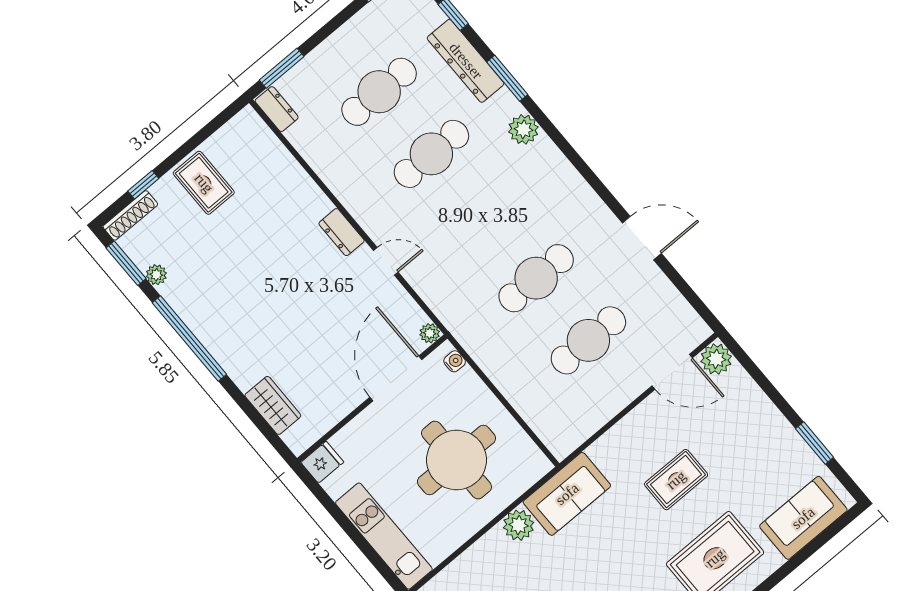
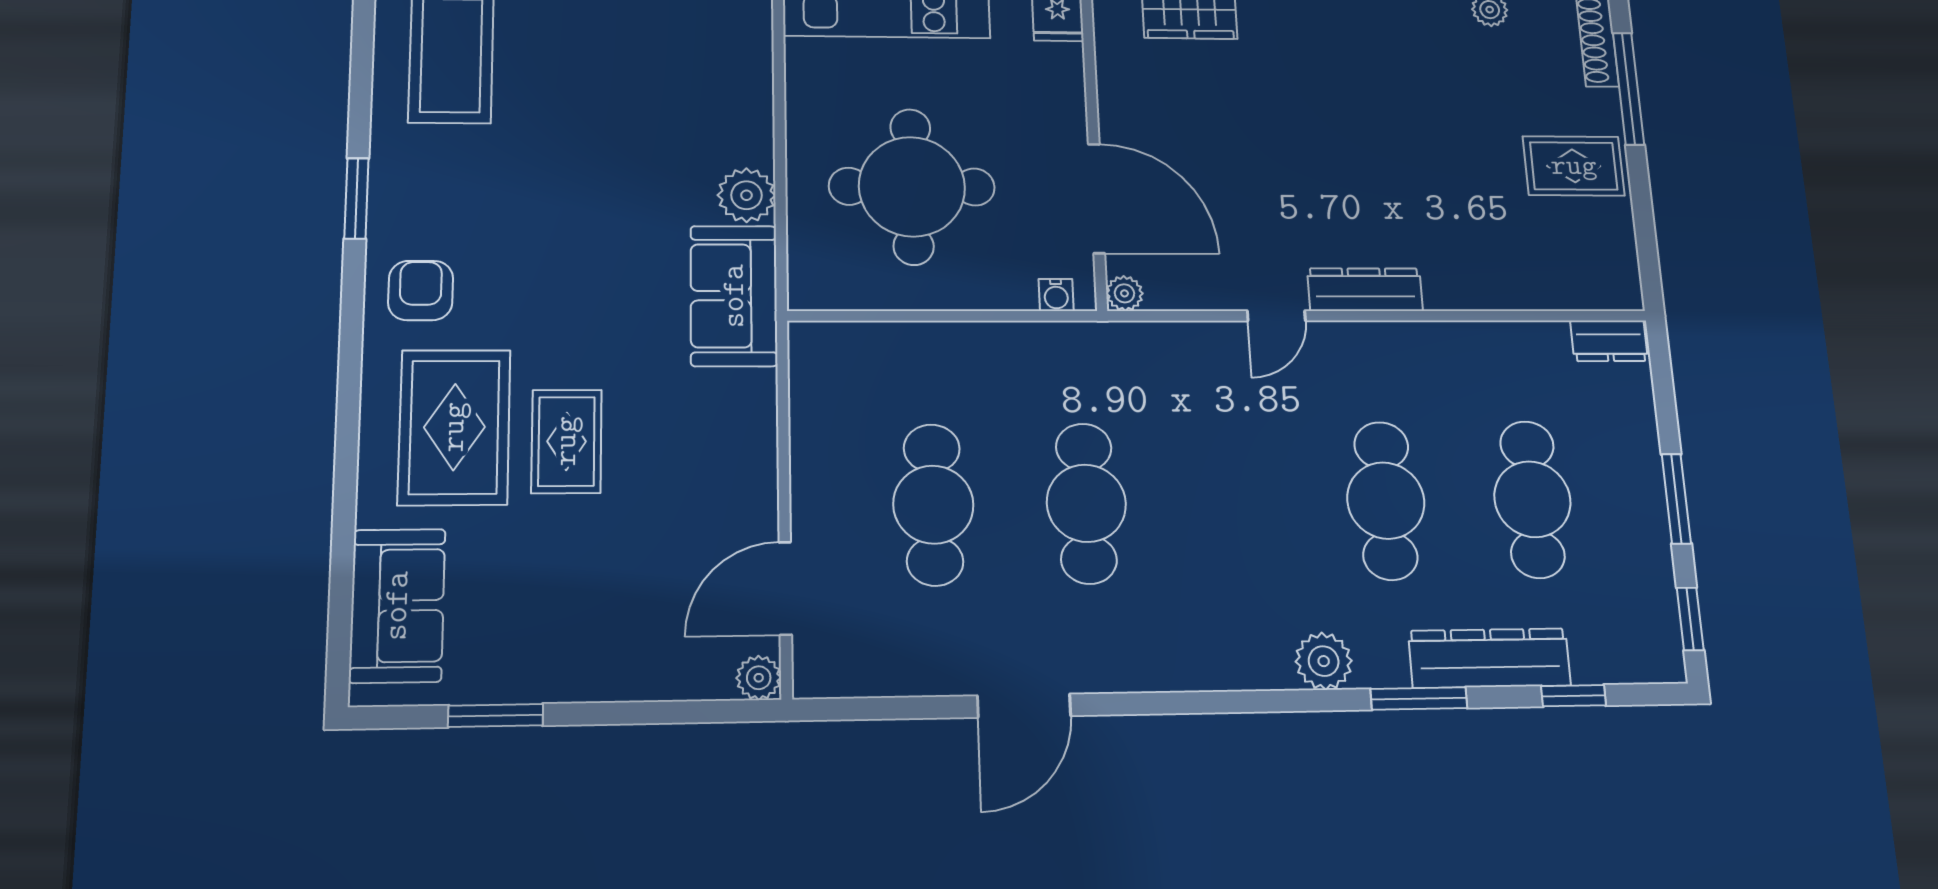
window: (282, 68) -> (1676, 499), moved
window: (143, 185) -> (1629, 89), width x2.17
dresser: (341, 232) -> (1365, 290), width x1.44
plant: (716, 359) -> (759, 678), width x0.73, depth x0.73
rug: (676, 480) -> (566, 441), moved

